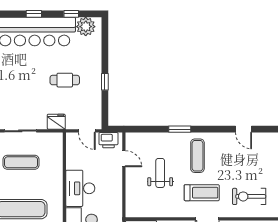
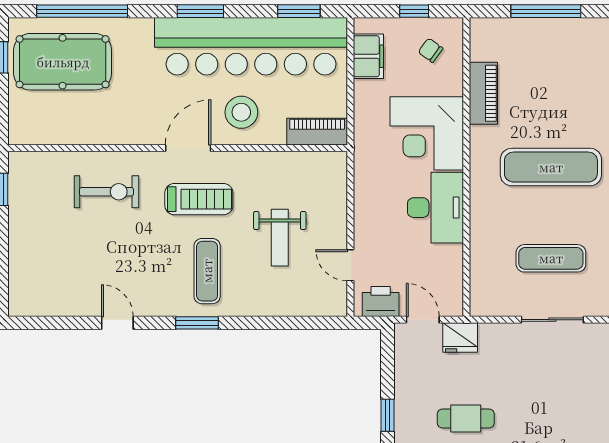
fridge: (56, 122) -> (460, 337), moved
window: (180, 129) -> (197, 323), moved
treadmill: (202, 193) -> (199, 199), turned 180

